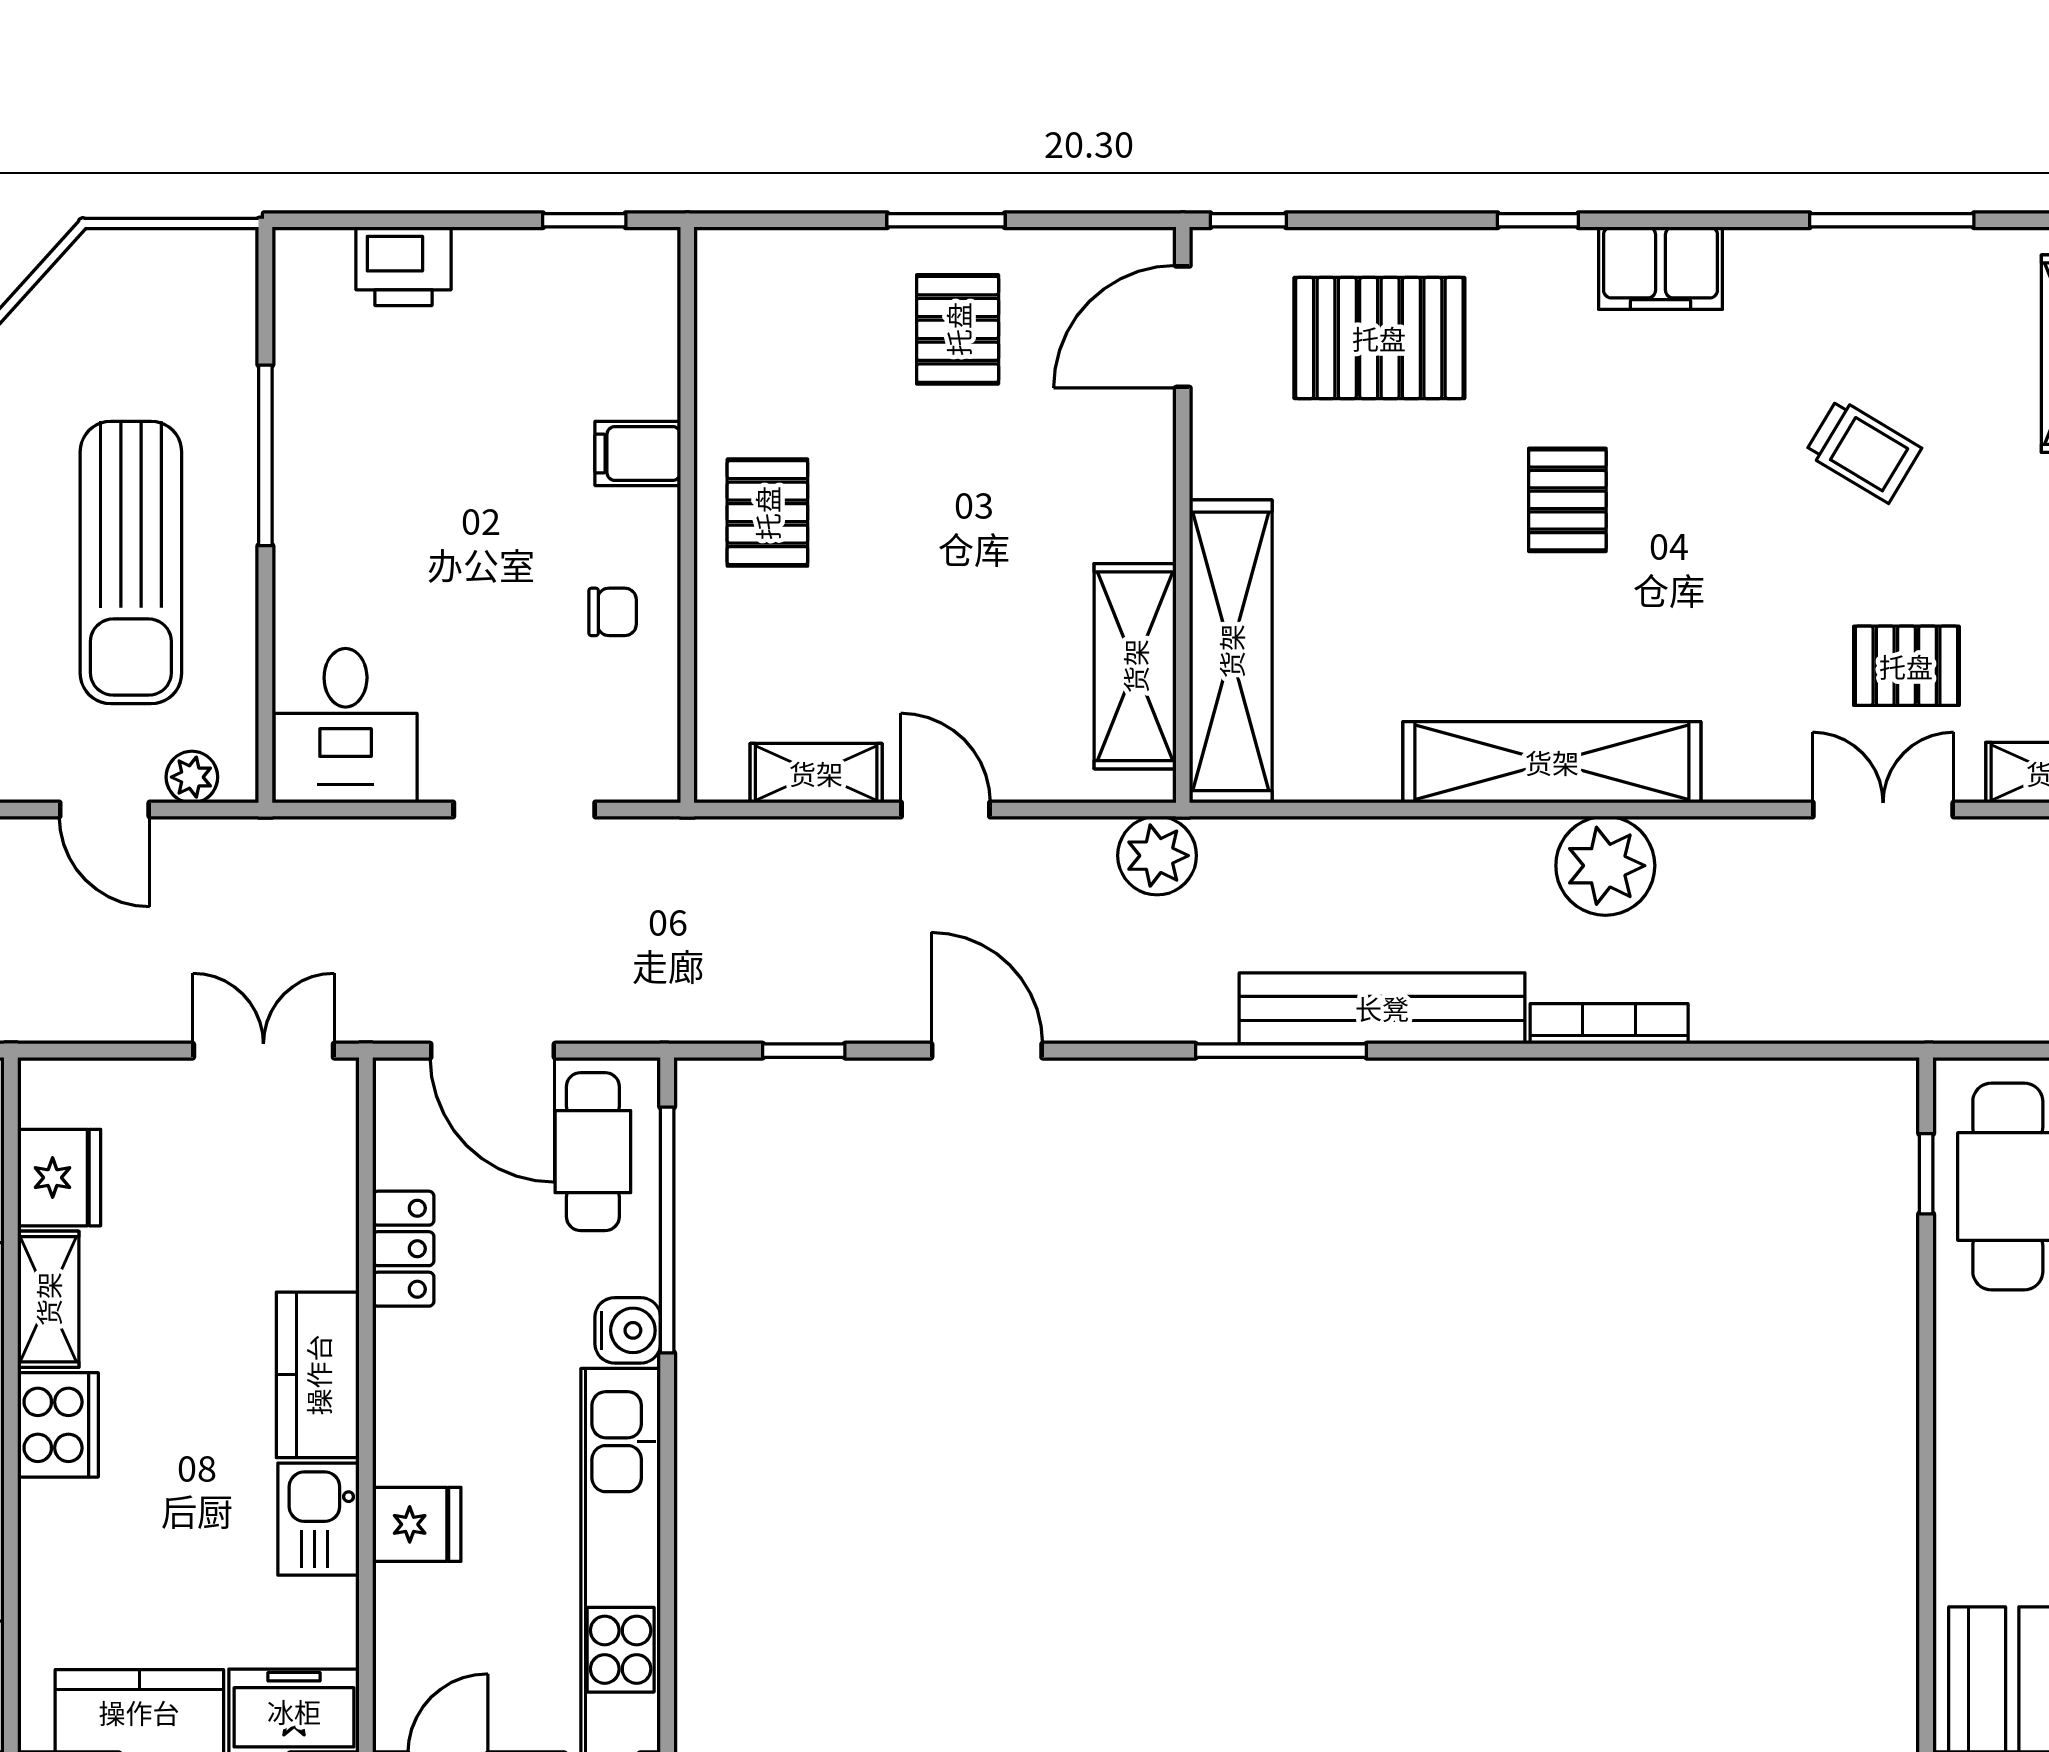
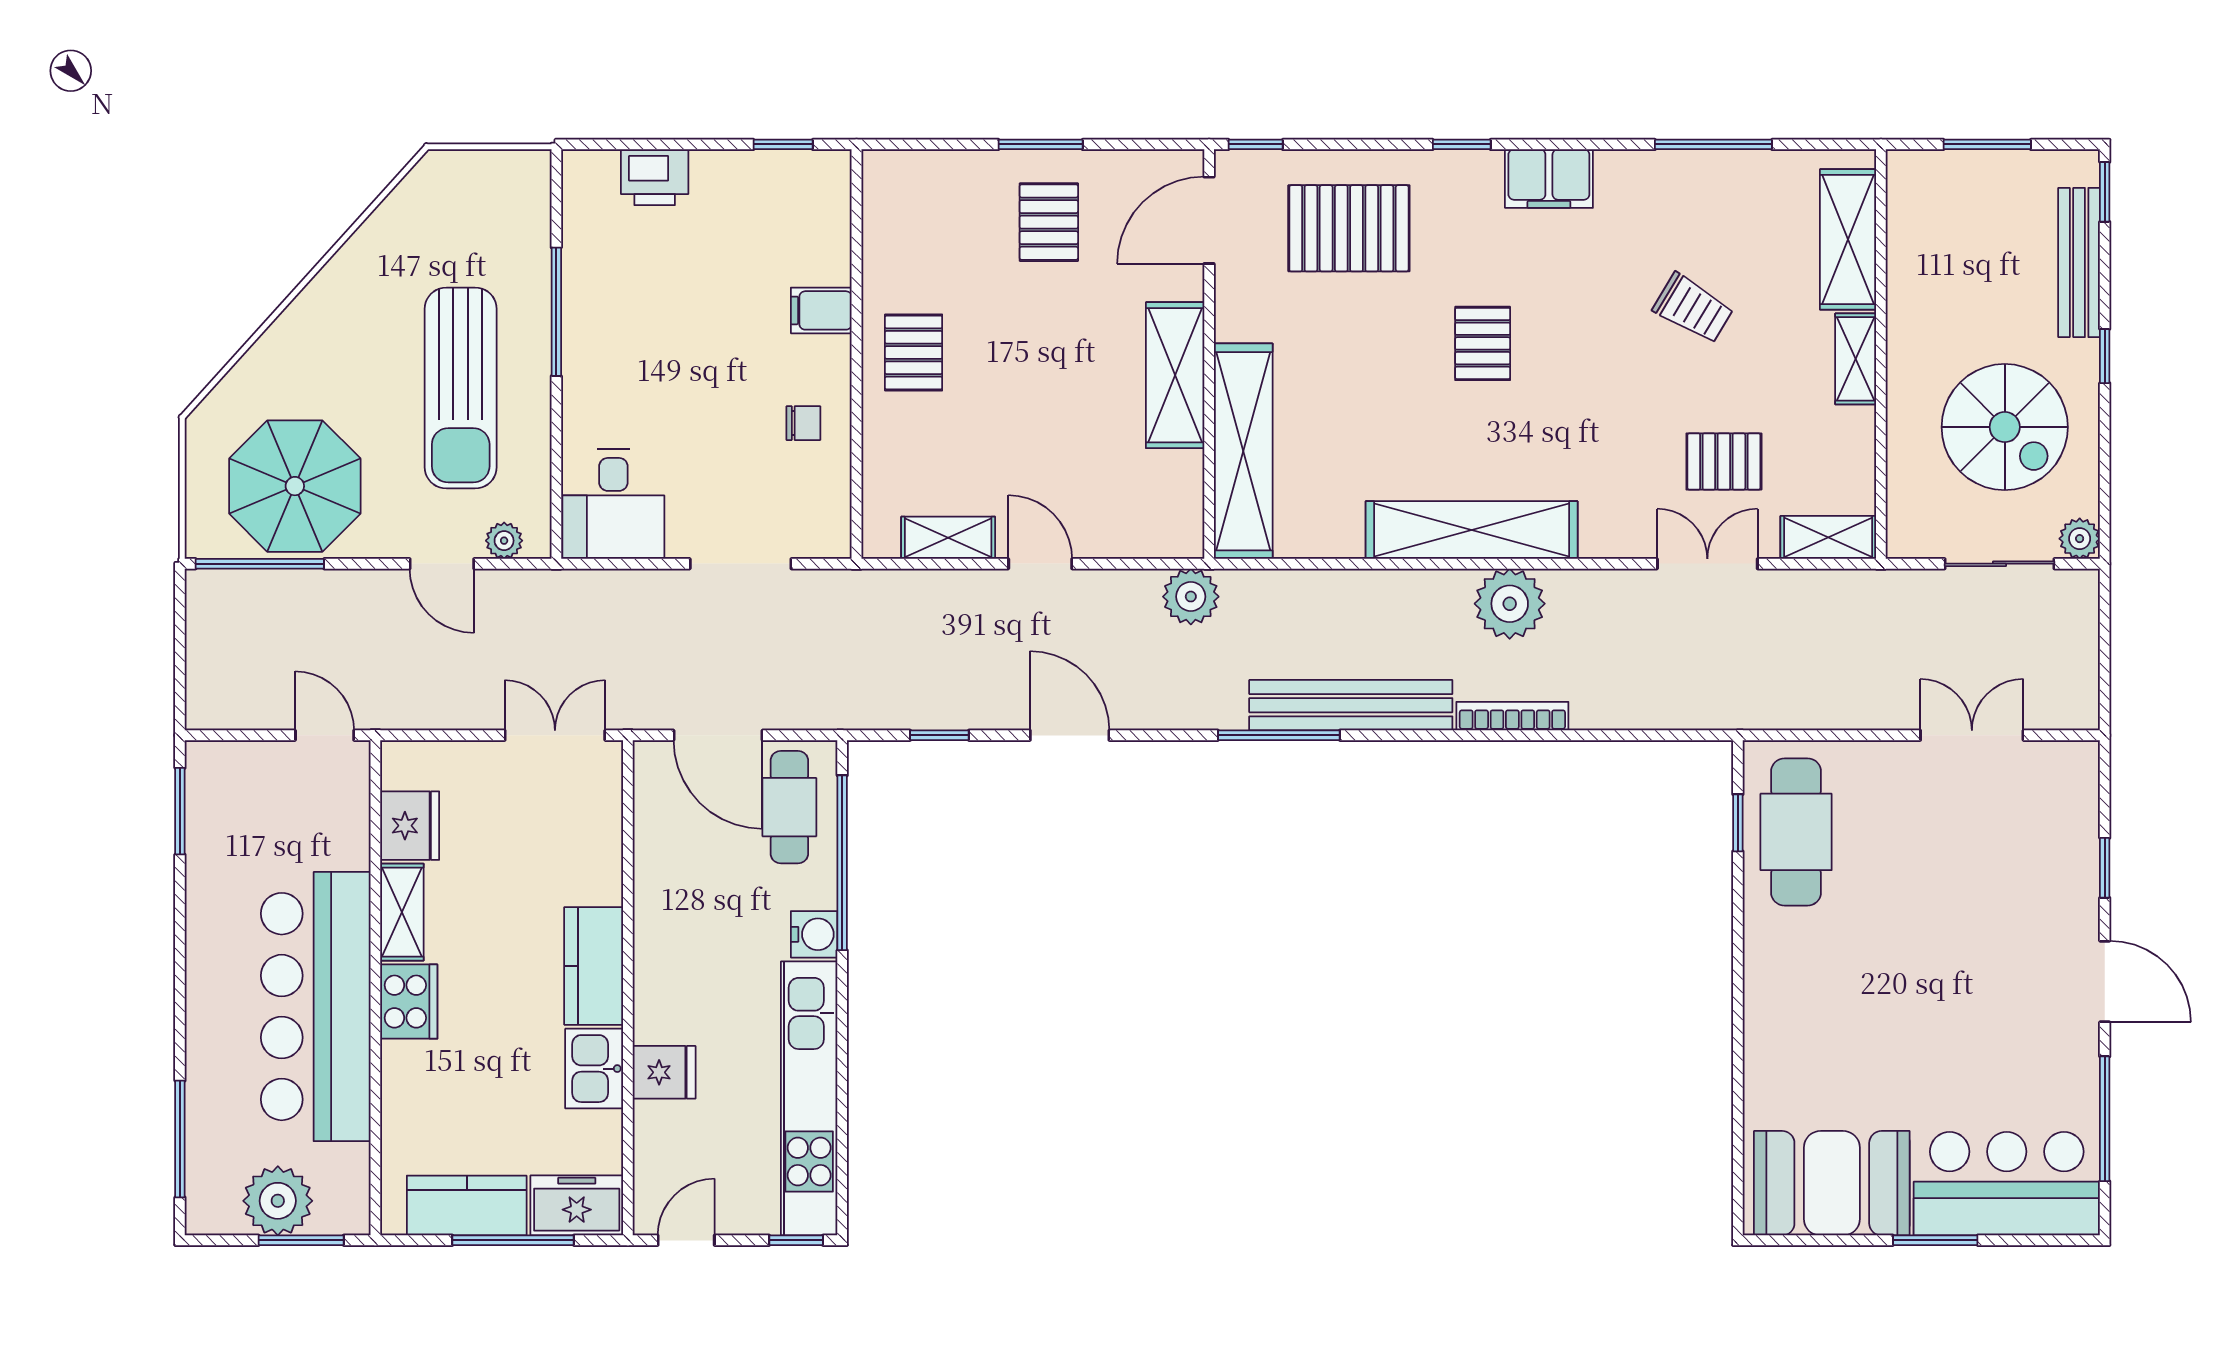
shelving: (1135, 666) -> (1175, 375), moved
locker: (403, 1249) -> (654, 876), removed

